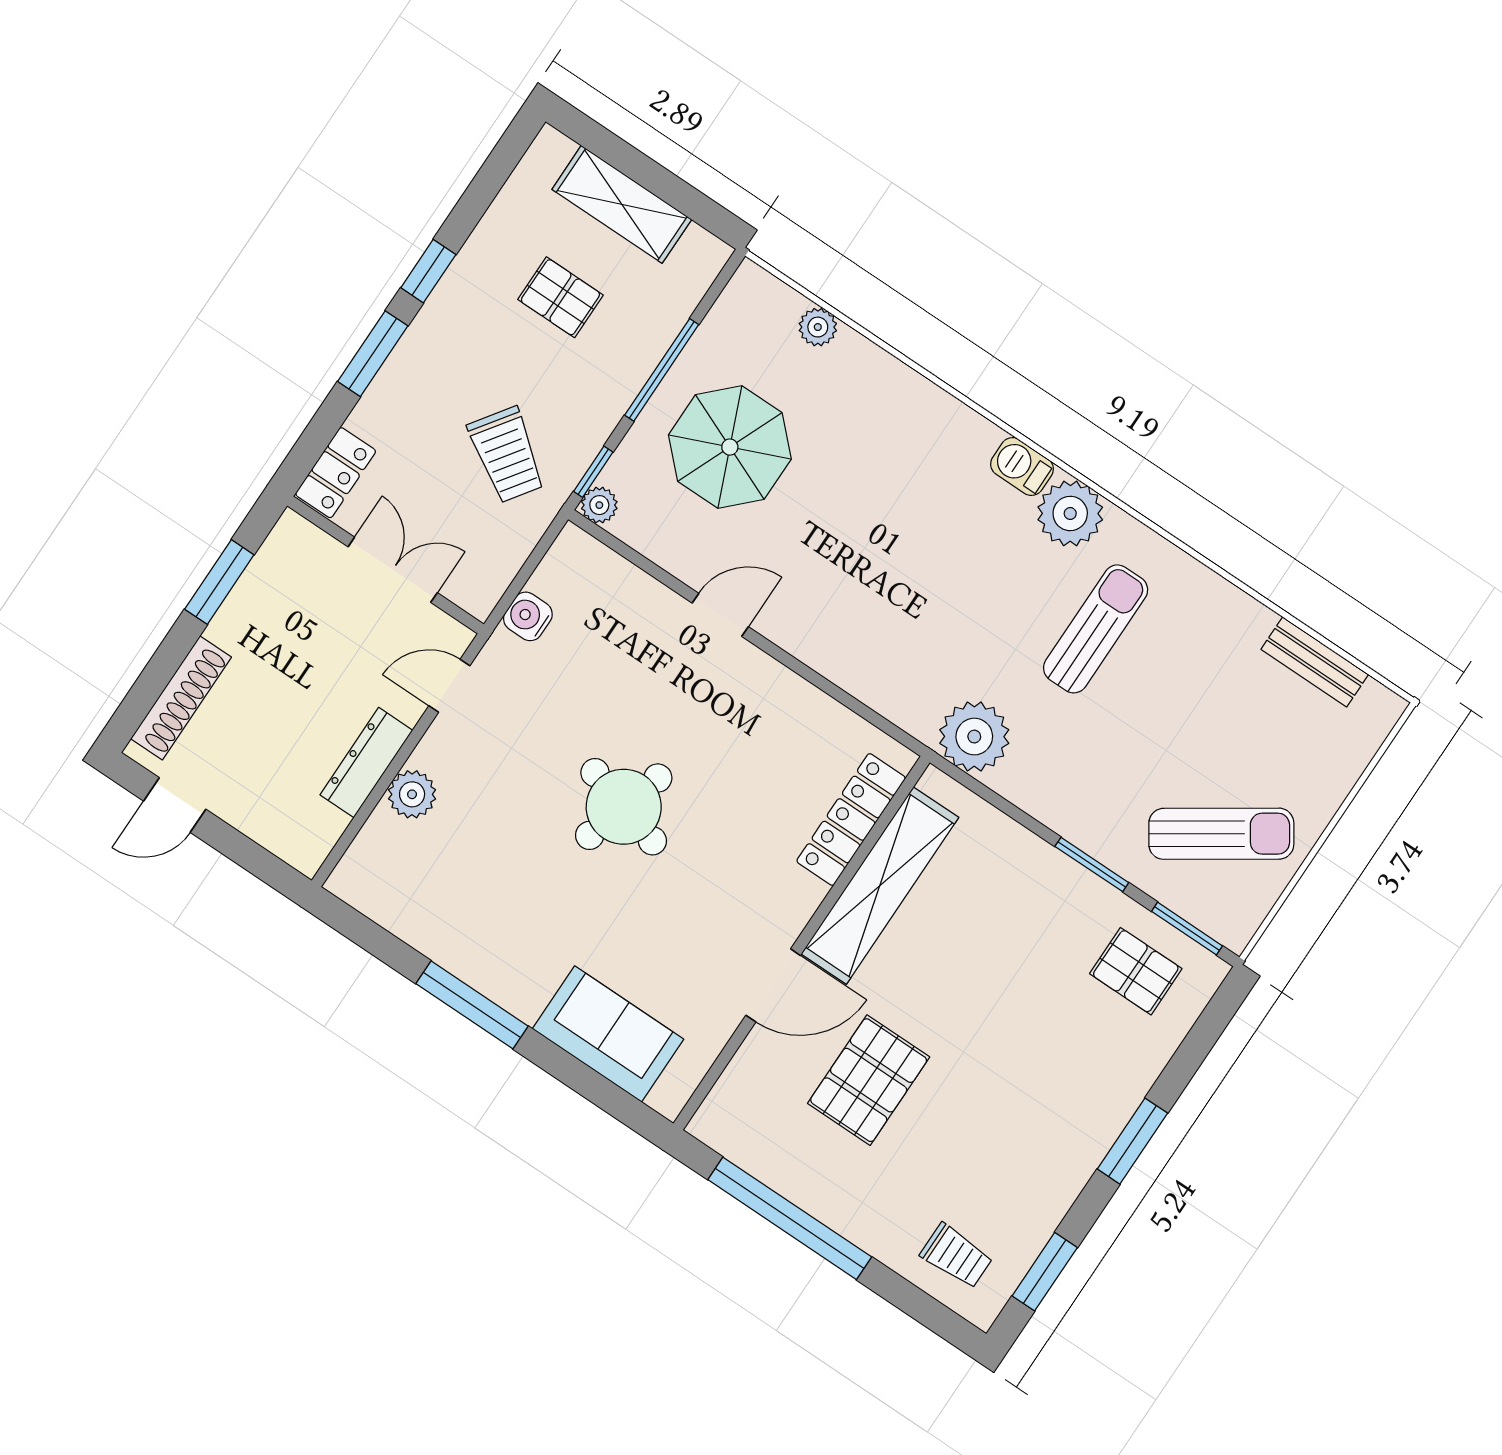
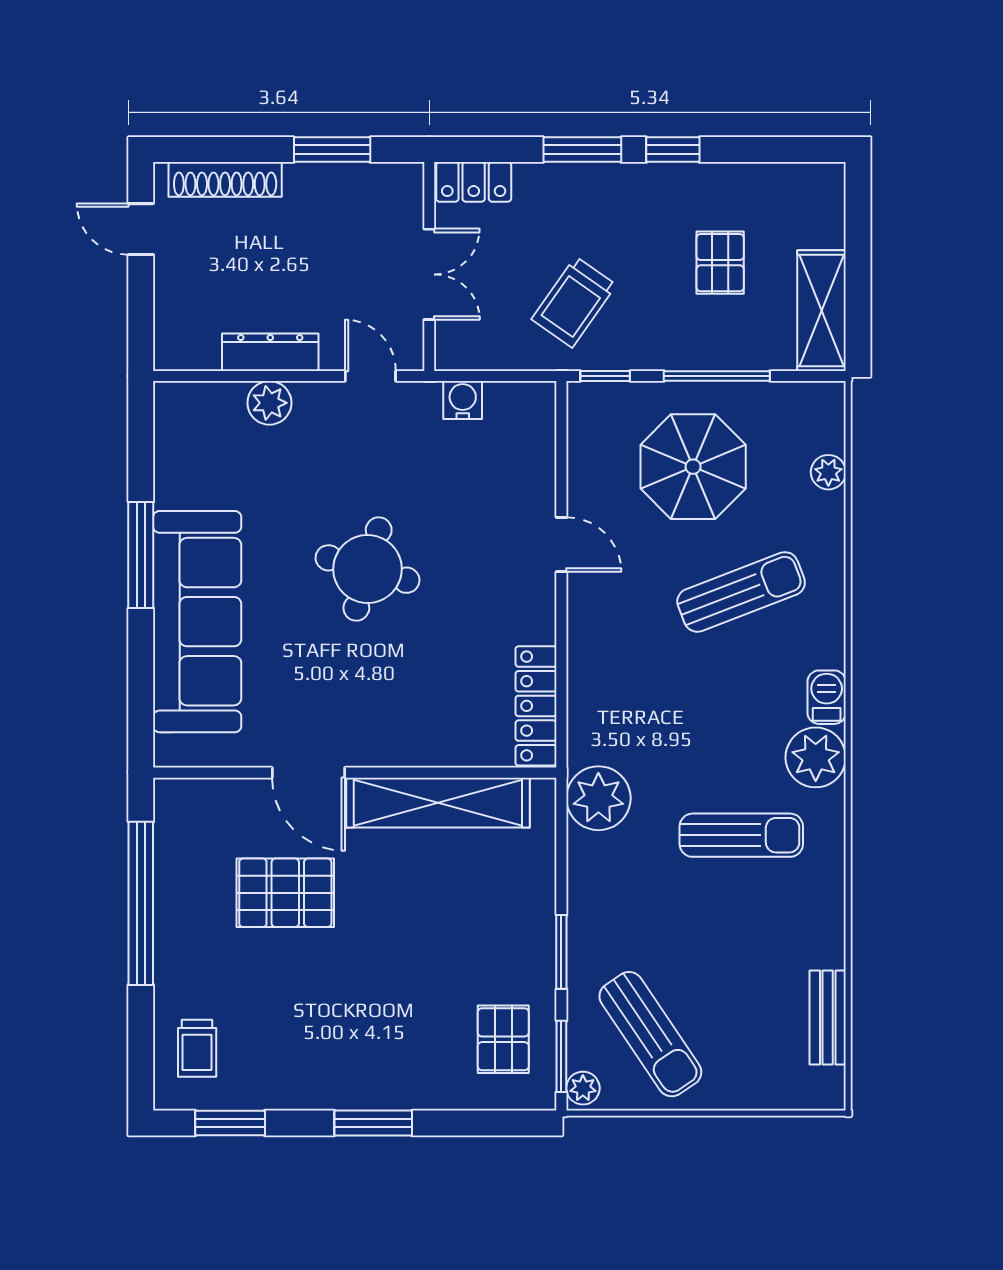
shelving: (622, 204) -> (821, 311), moved
sun lounger: (874, 480) -> (741, 592), added
plant: (599, 505) -> (583, 1088), moved
locker: (851, 819) -> (536, 706), moved, turned -90
sofa: (608, 1034) -> (197, 622), width x1.85, depth x1.27

